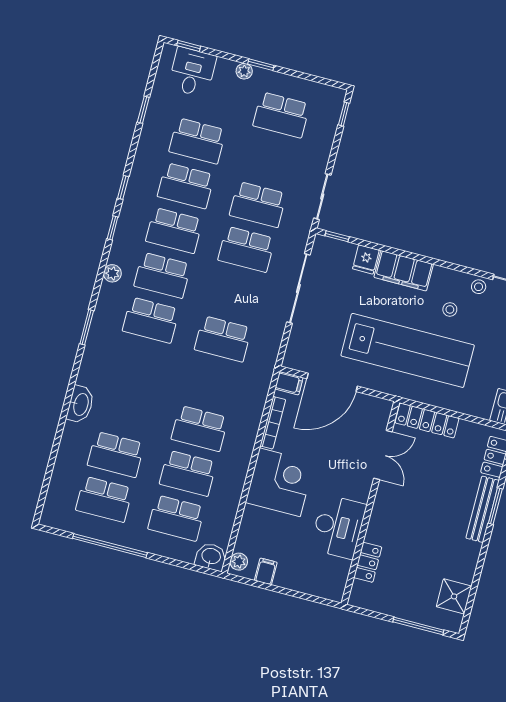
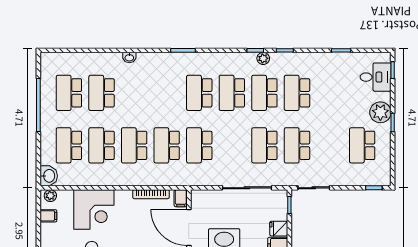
plant: (244, 71) -> (380, 112), width x1.88, depth x1.88
school desk: (197, 141) -> (167, 145), moved
plant: (112, 273) -> (263, 58), moved
washbasin: (80, 404) -> (129, 57), width x0.52, depth x0.69
corner desk: (280, 482) -> (94, 209), moved

